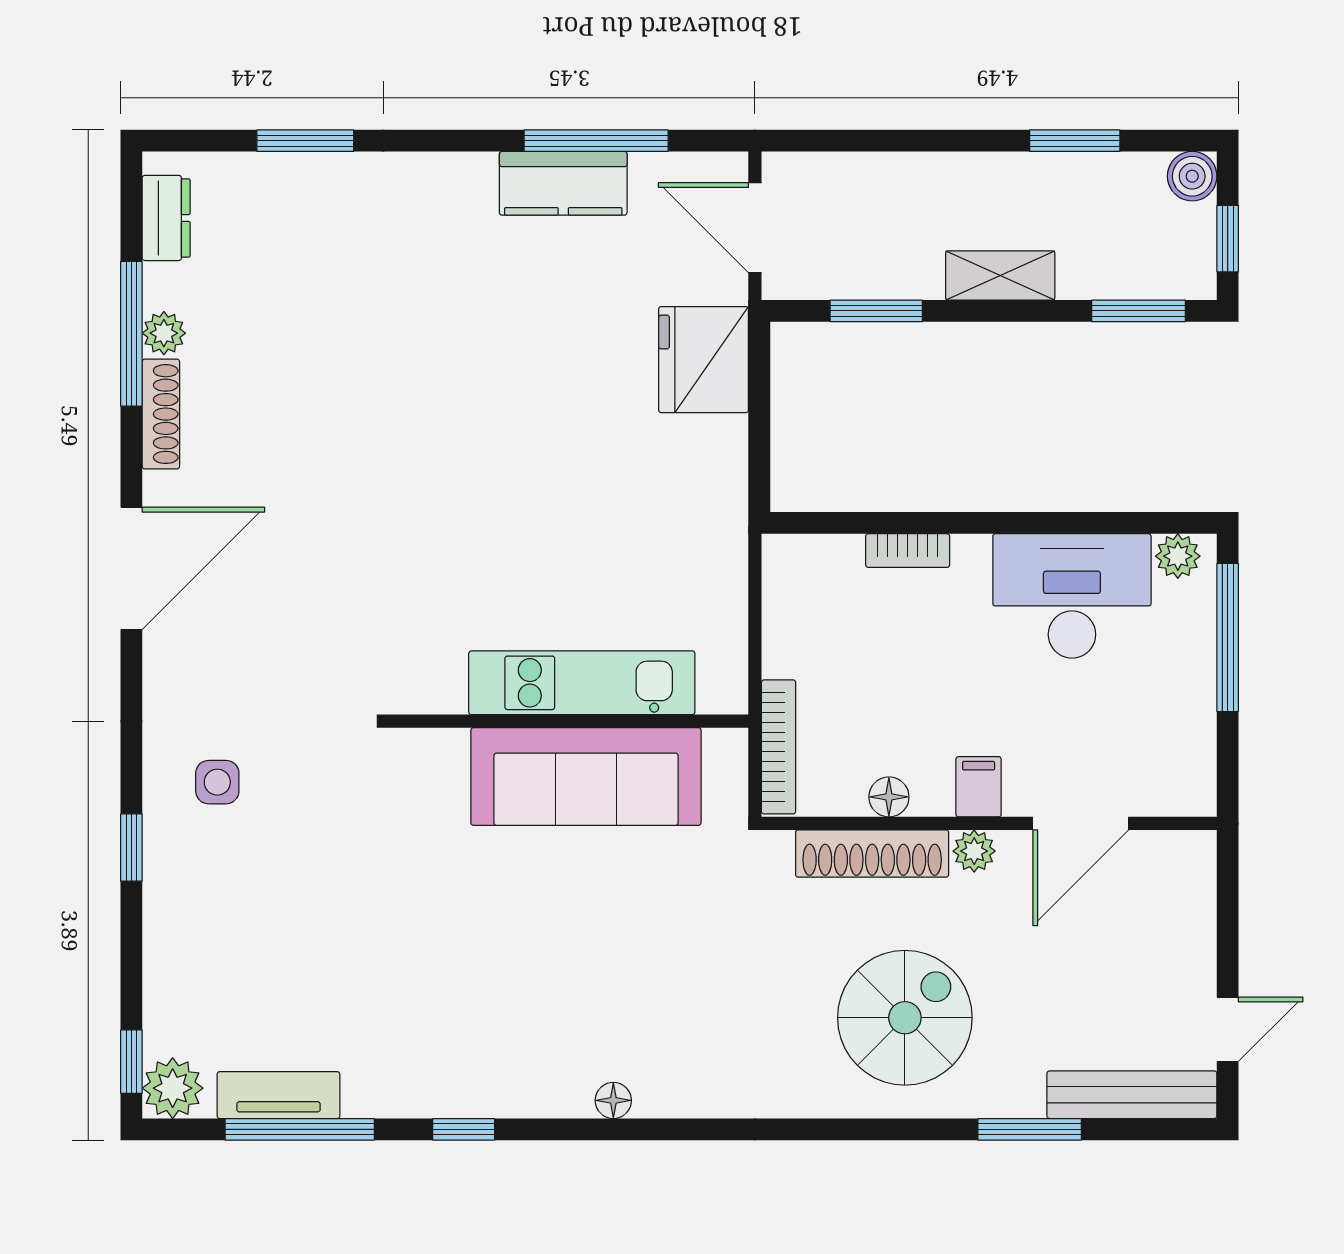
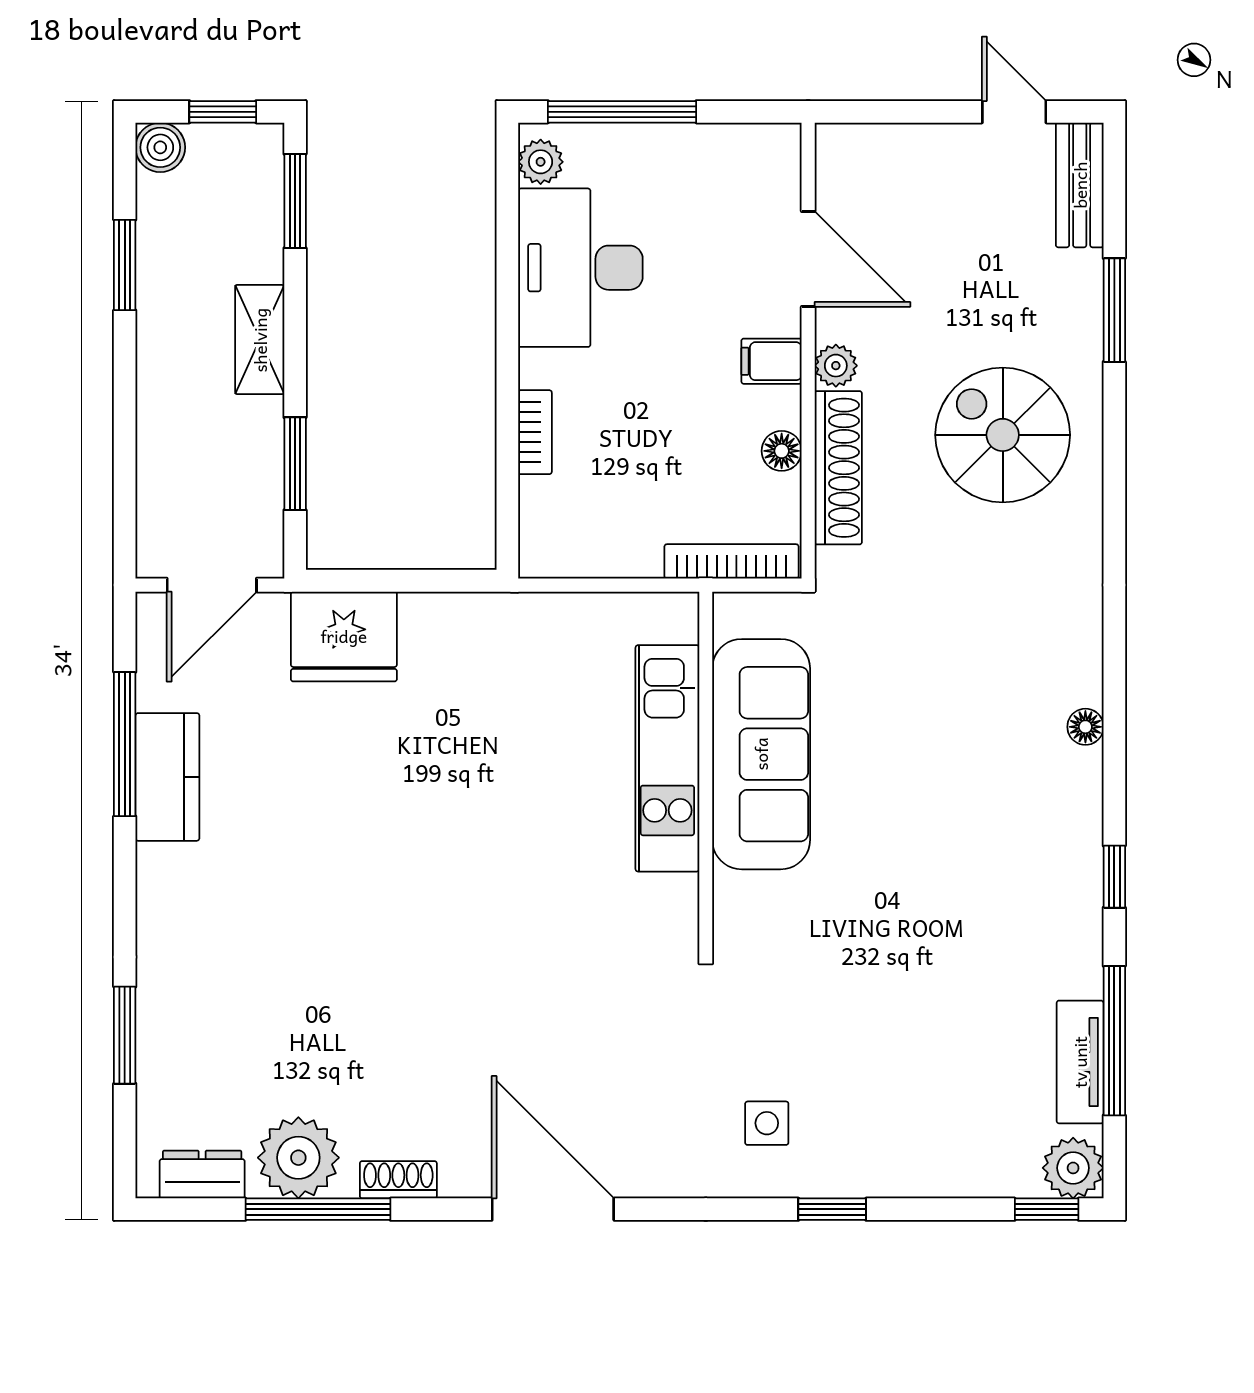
plant: (164, 333) -> (298, 1158), width x1.87, depth x1.87
shoe rack: (161, 414) -> (398, 1180), width x0.70
bench: (1132, 1095) -> (1080, 185), width x0.73

